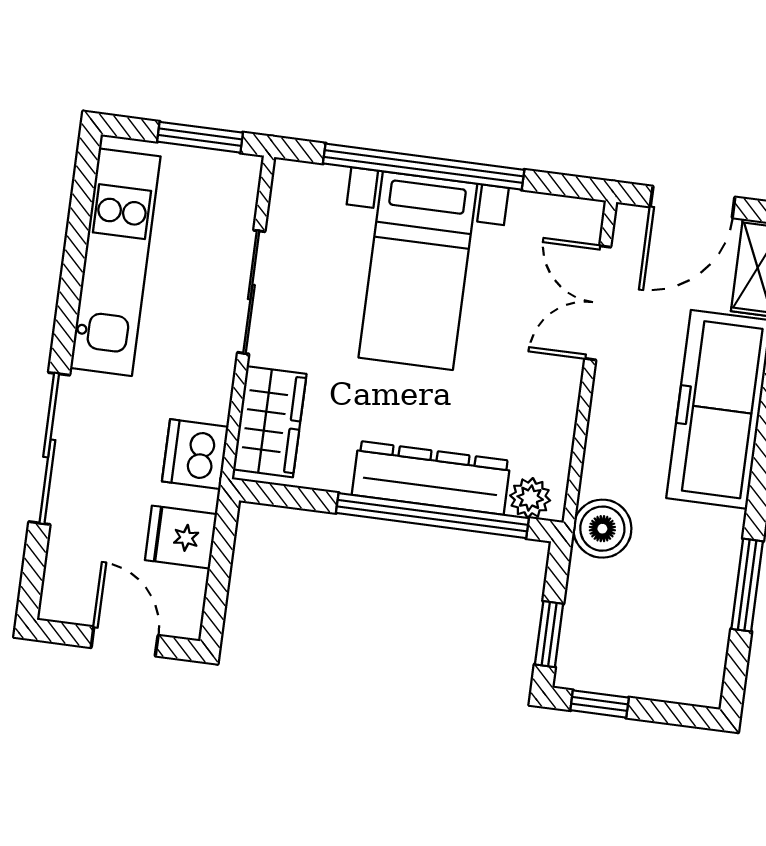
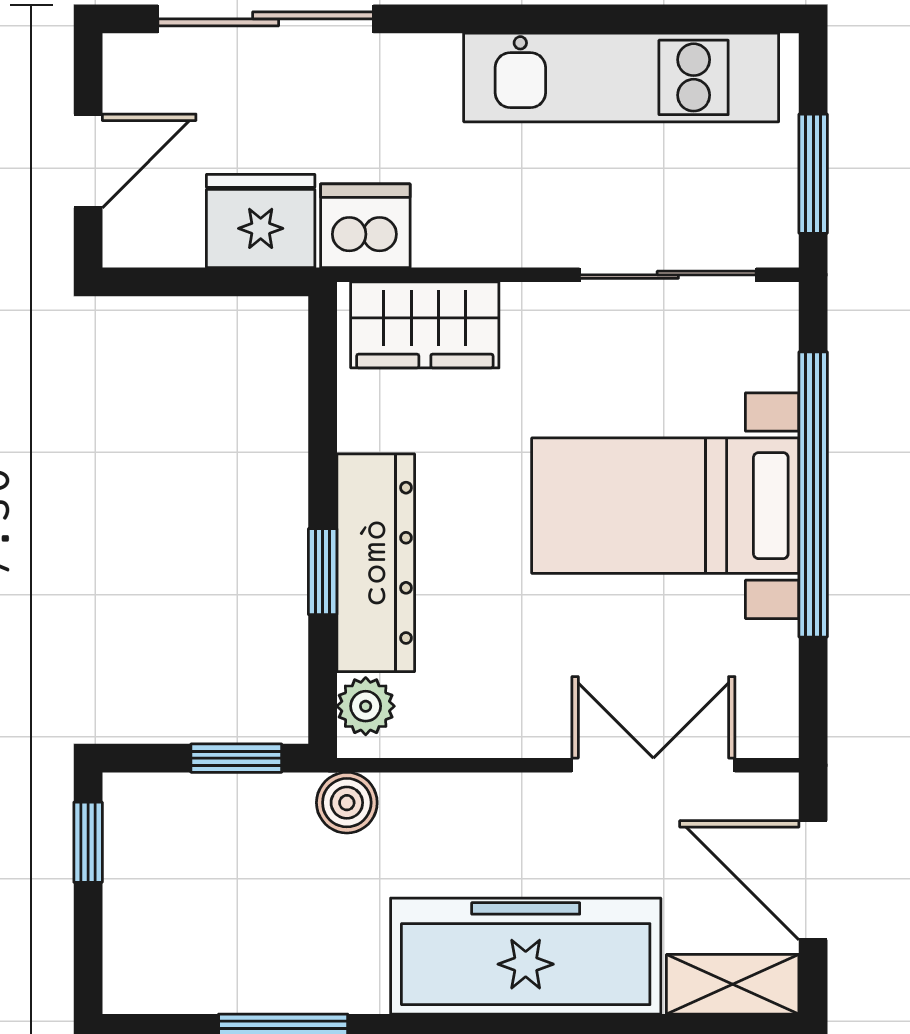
sliding door: (251, 292) -> (668, 275), moved
sliding door: (49, 448) -> (266, 19), moved
window: (432, 516) -> (323, 572), width x0.32
boiler: (602, 529) -> (347, 803), width x0.73, depth x0.73
fridge: (181, 537) -> (261, 221), width x1.38
window: (549, 634) -> (236, 758), moved

